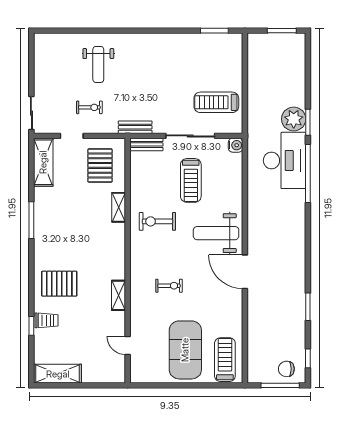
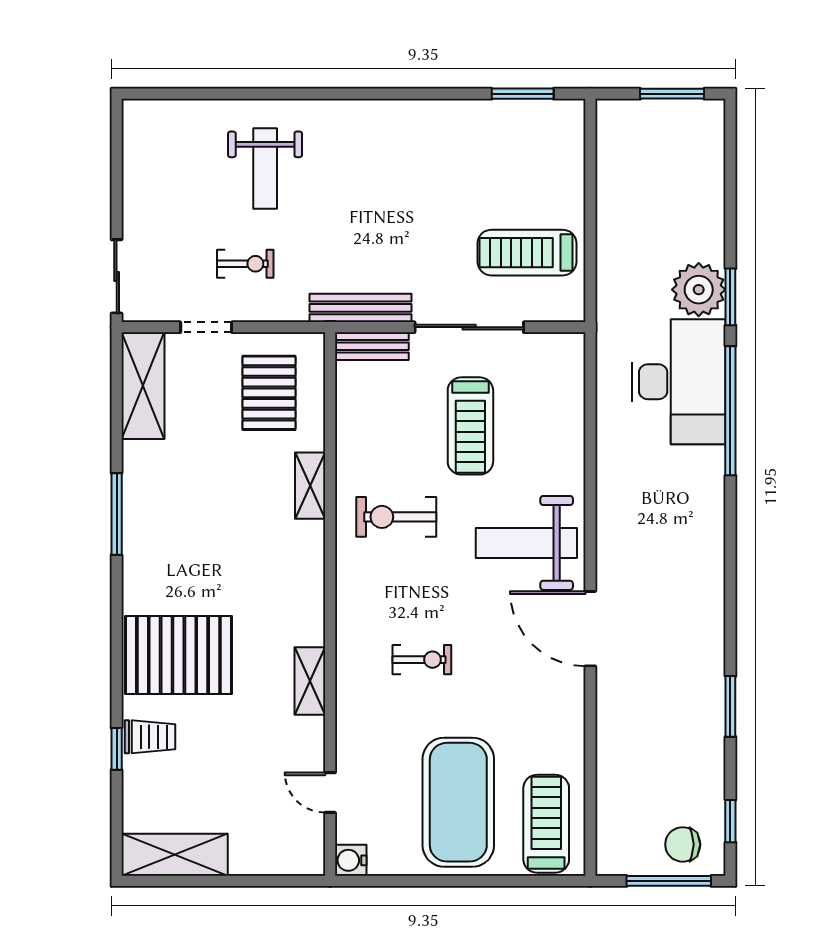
bench: (135, 127) -> (360, 308), width x1.36
water cooler: (236, 145) -> (351, 860), moved, turned 180
pallet: (59, 284) -> (178, 655), width x1.37, depth x1.41

